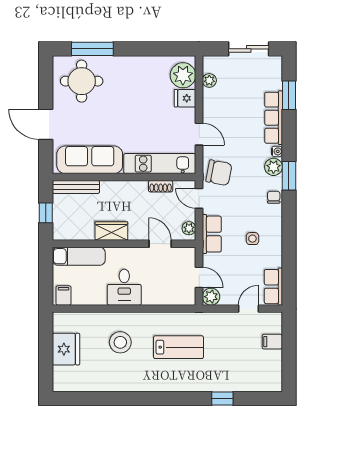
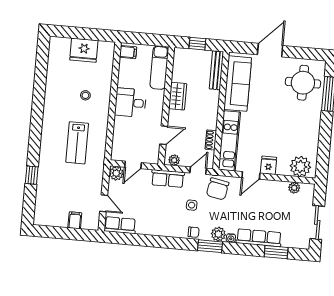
fridge: (185, 98) -> (269, 165), moved
side table: (252, 239) -> (192, 205), moved
stool: (120, 342) -> (85, 95), width x0.53, depth x0.53

